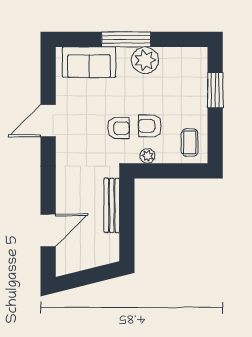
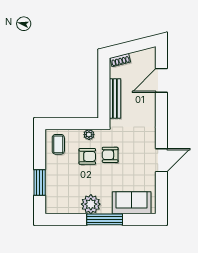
shoe rack: (104, 258) -> (120, 60), added

